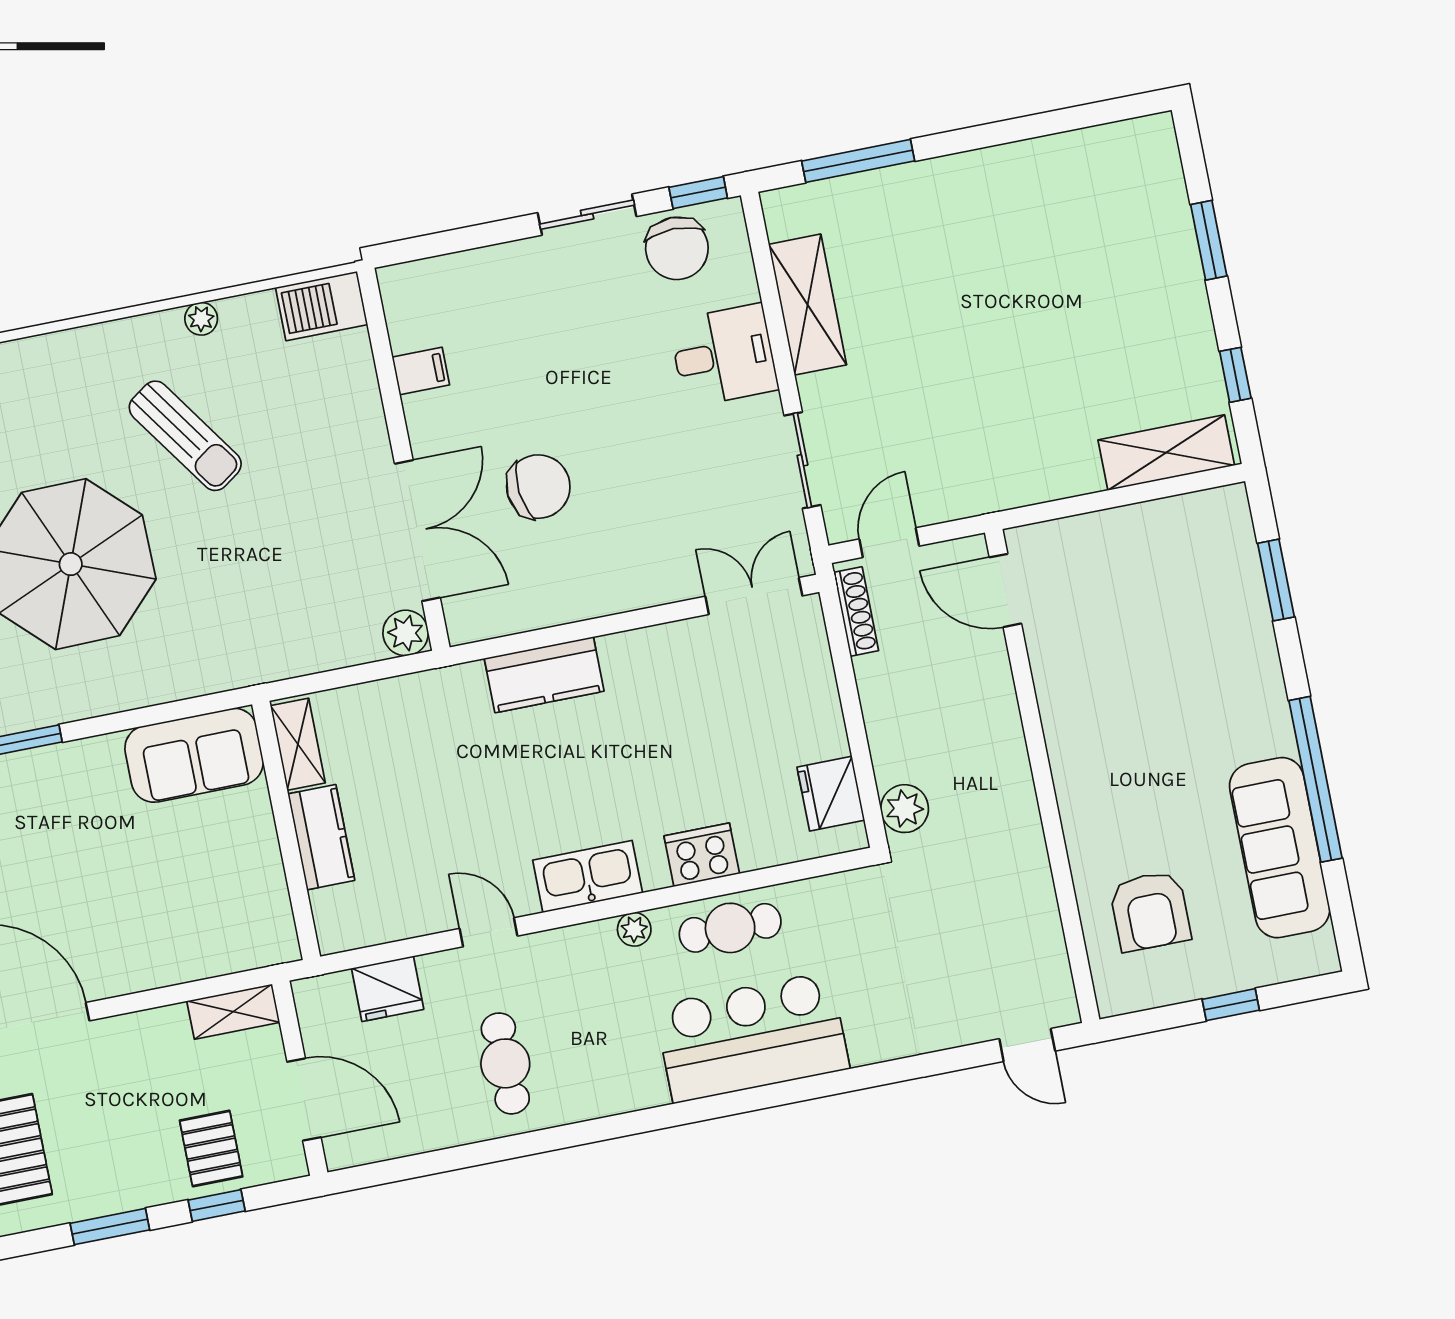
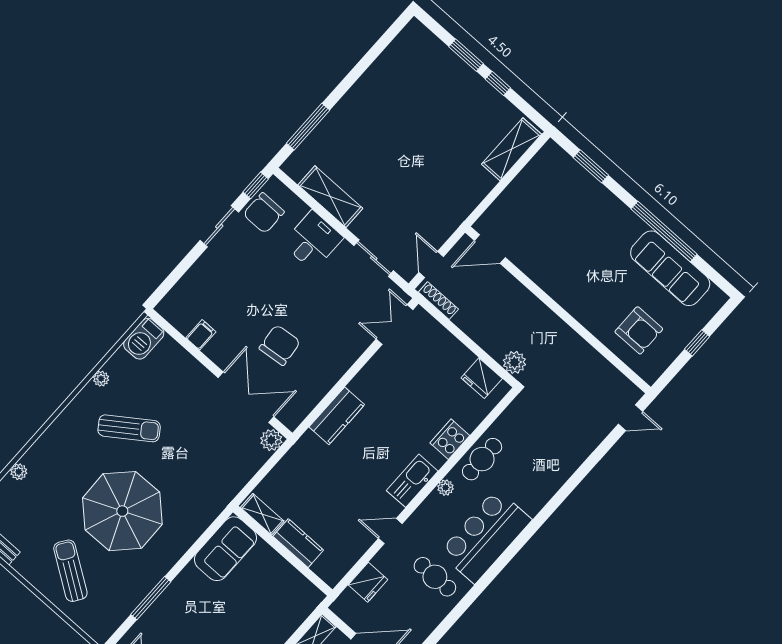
chair: (677, 248) -> (264, 213), turned 90
window: (1235, 375) -> (498, 83), moved
bar counter: (752, 1037) -> (485, 536), moved

